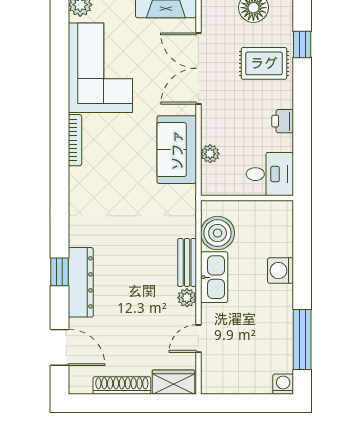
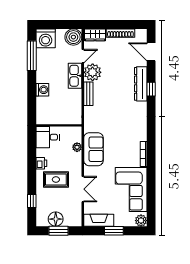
rug: (264, 63) -> (56, 180), moved
double door: (198, 68) -> (83, 189), width x0.73
boiler: (218, 233) -> (73, 37), moved
kitchen sink: (214, 277) -> (75, 76), moved
plant: (187, 298) -> (93, 72), width x1.88, depth x1.88
washing machine: (283, 384) -> (46, 38), width x1.89, depth x1.89

